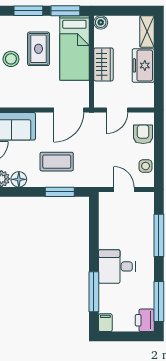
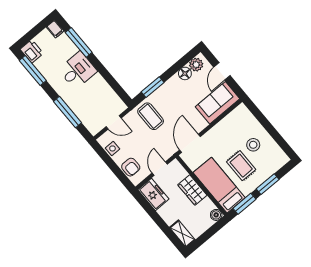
freezer: (143, 65) -> (153, 194), moved
coffee table: (57, 162) -> (151, 116), moved, turned 90

